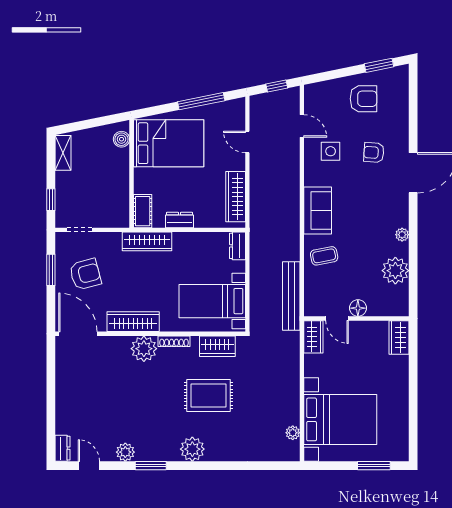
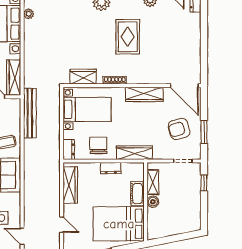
boiler: (121, 139) -> (153, 202), moved
shelving: (63, 153) -> (153, 182), moved
cot: (143, 211) -> (137, 194), moved
chair: (197, 252) -> (98, 145), added
wardrobe: (313, 337) -> (14, 78), width x1.50
plant: (144, 349) -> (137, 75), removed
rug: (209, 396) -> (128, 37), moved, turned 90

